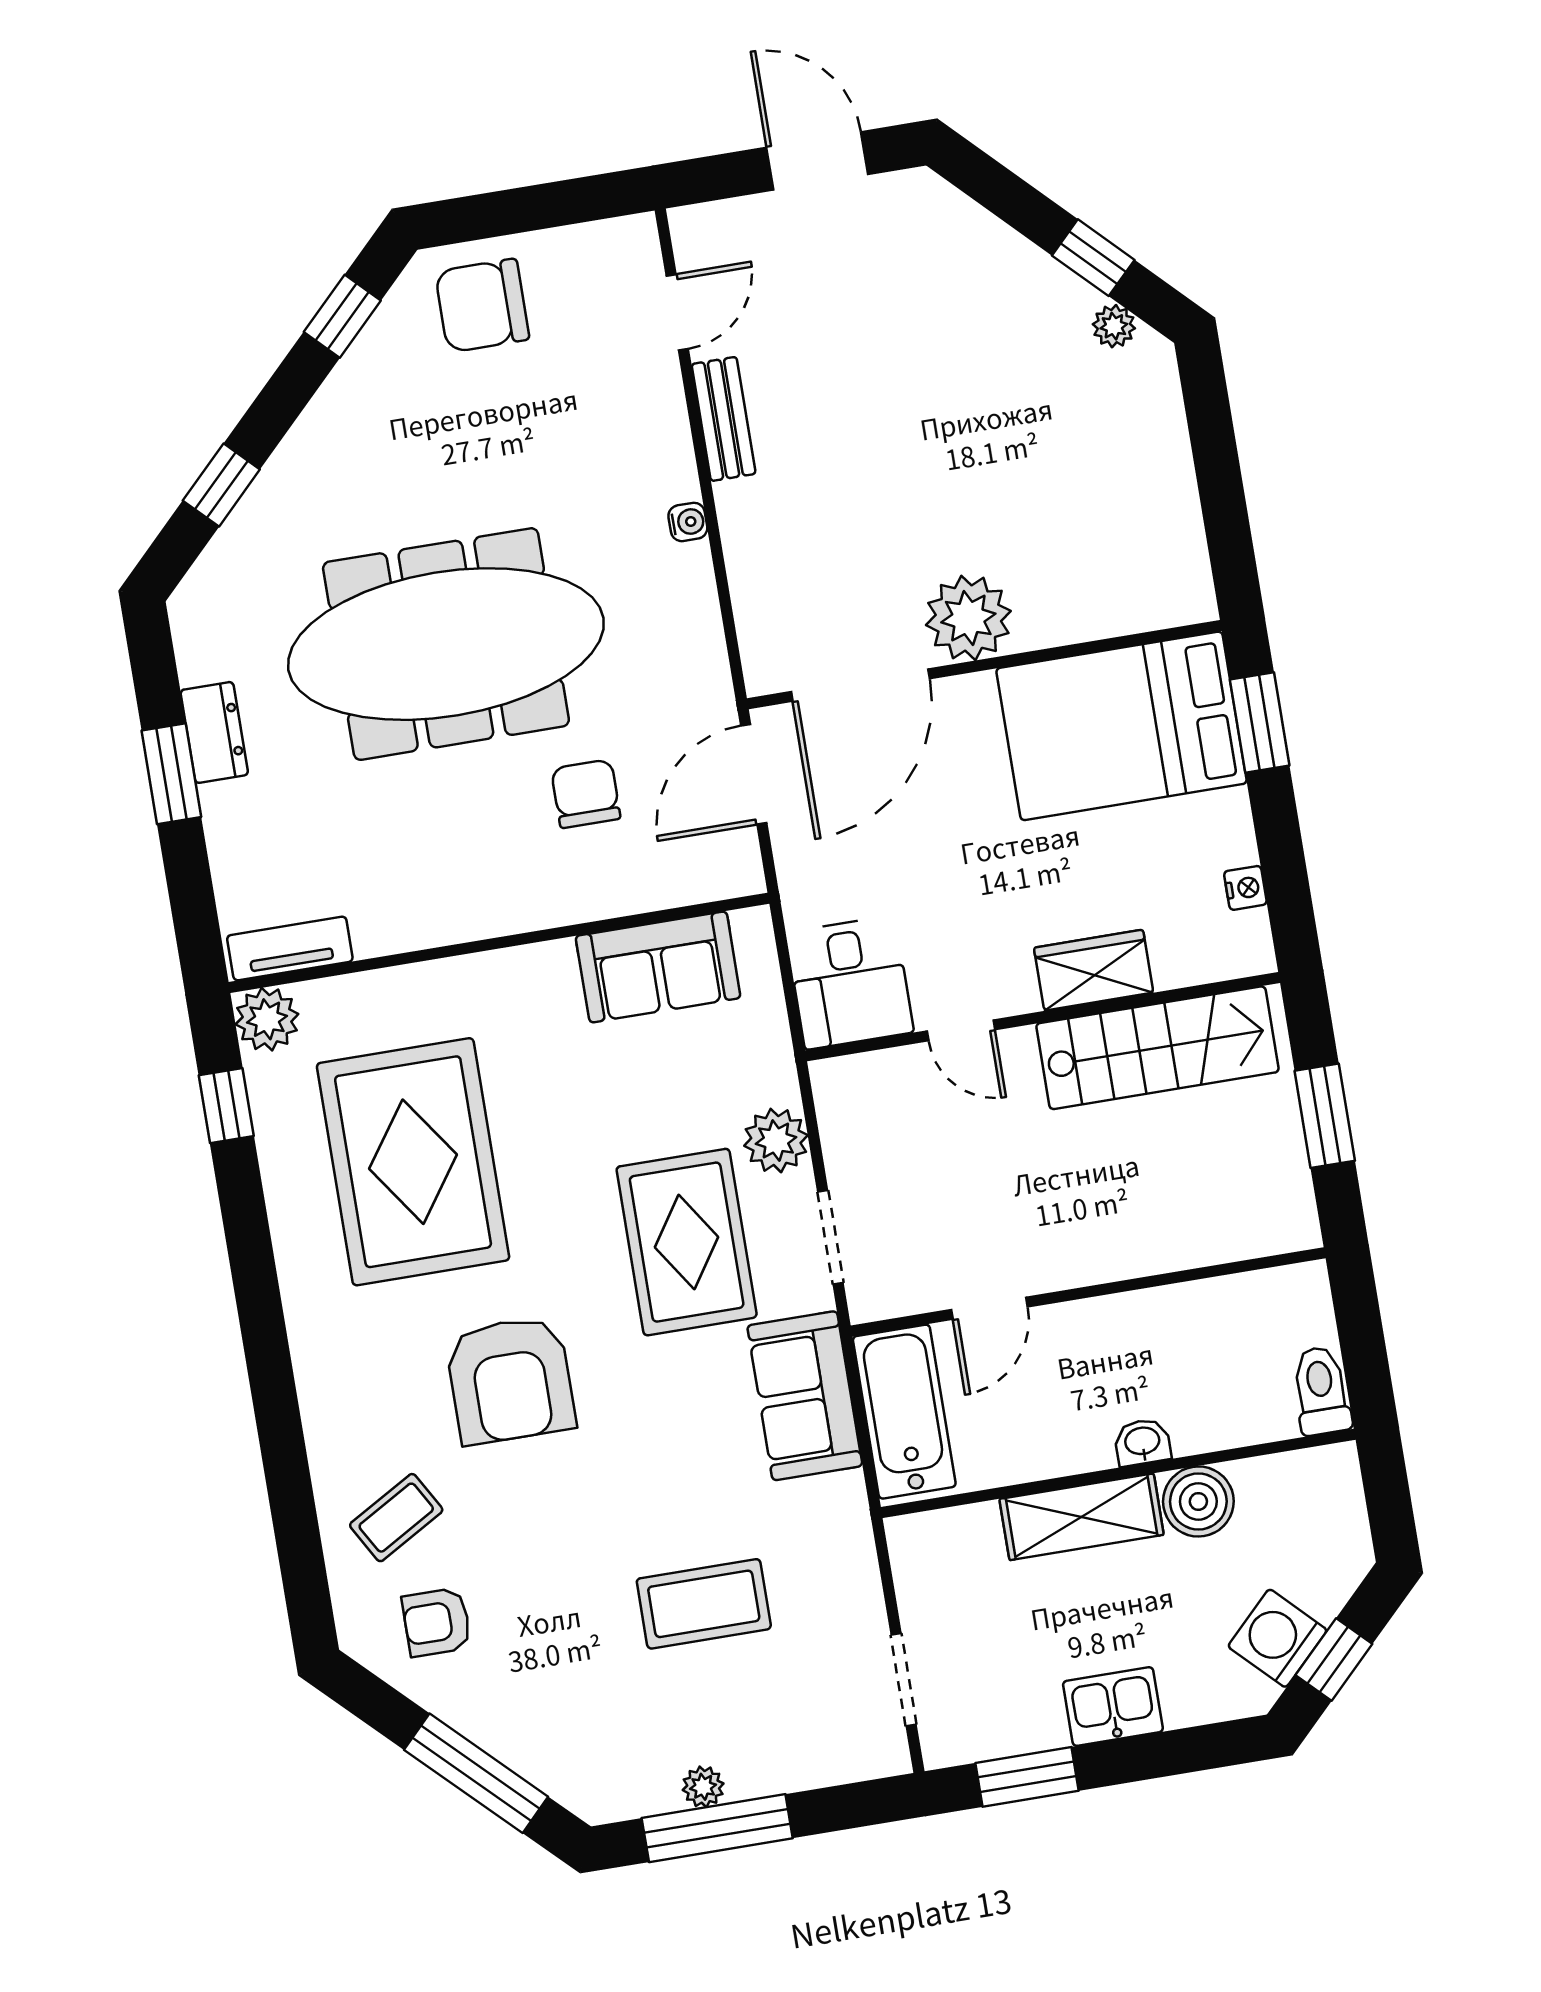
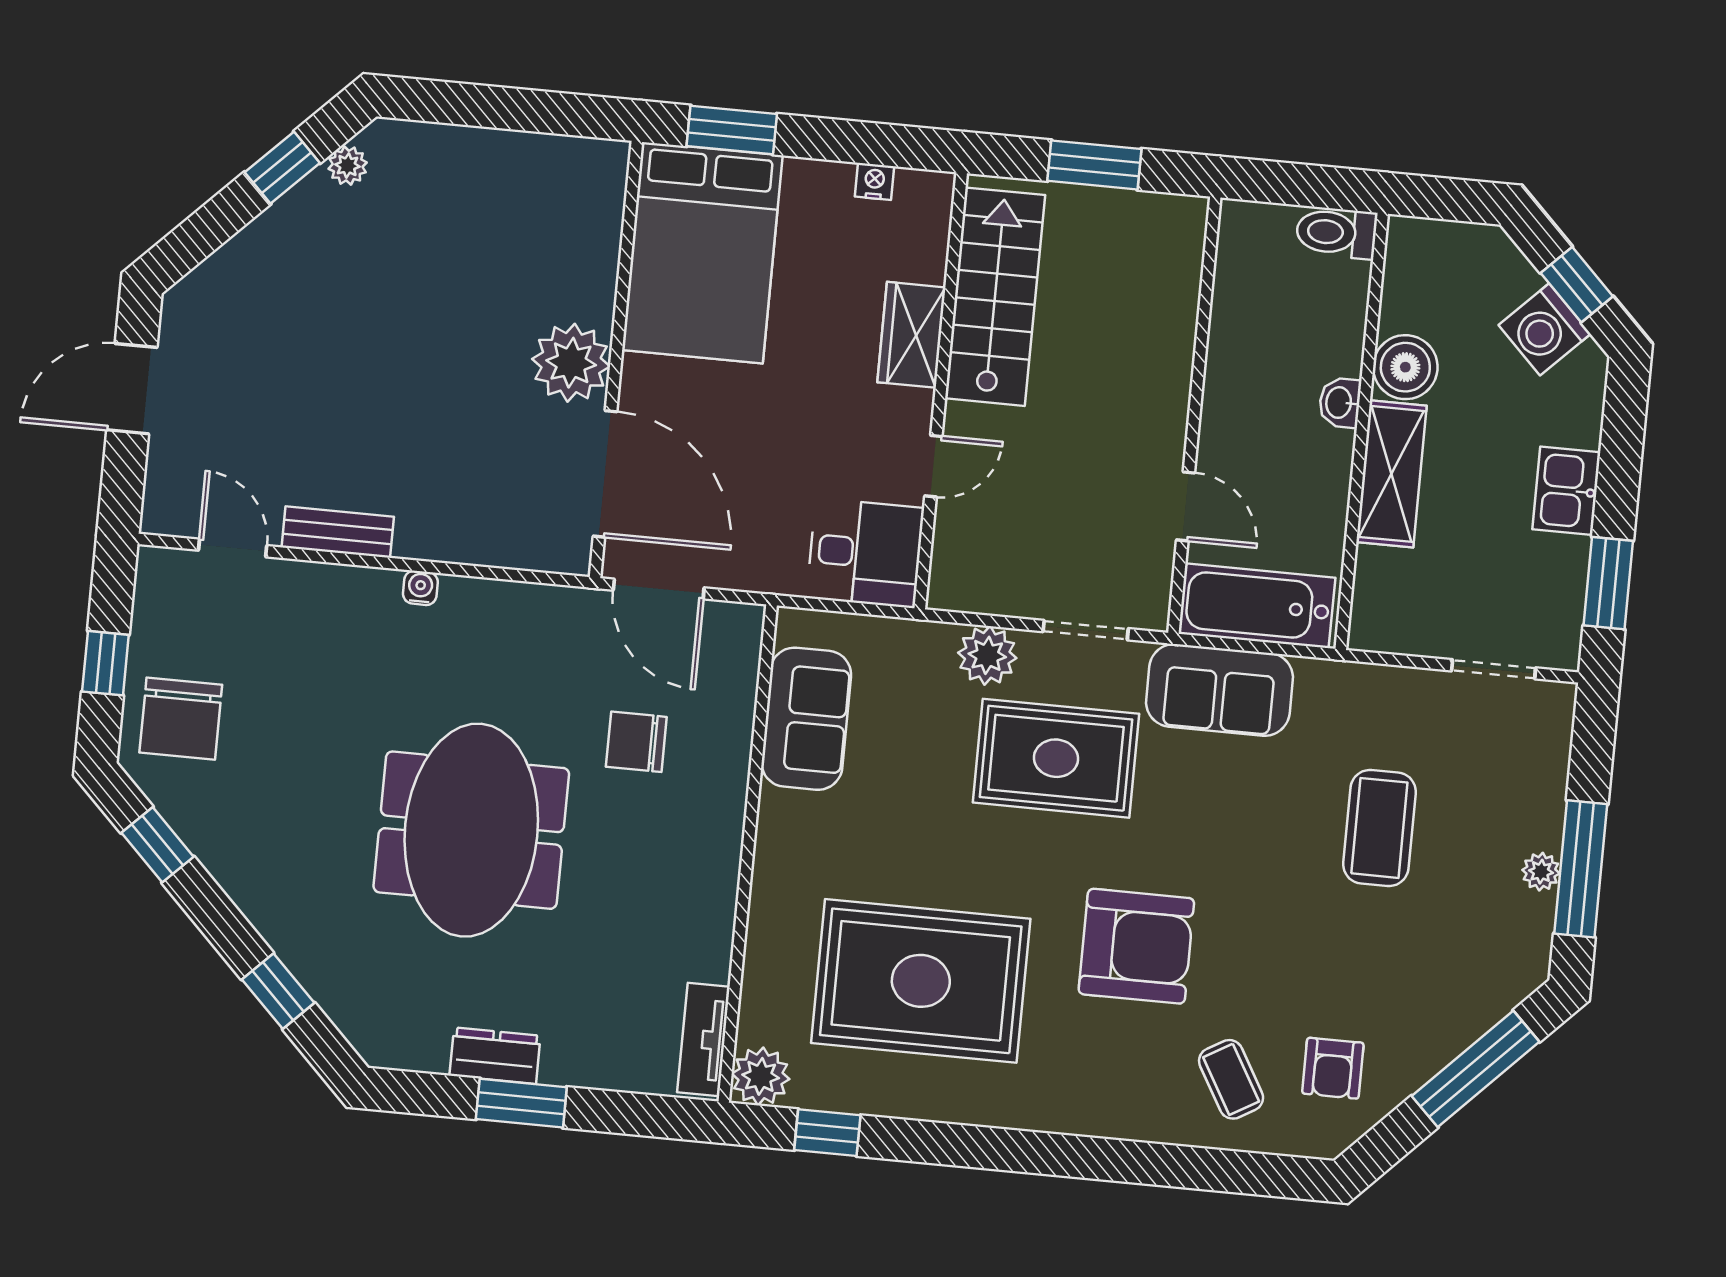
window: (520, 210) -> (105, 663), added
meeting table: (446, 644) -> (471, 830), width x0.73

